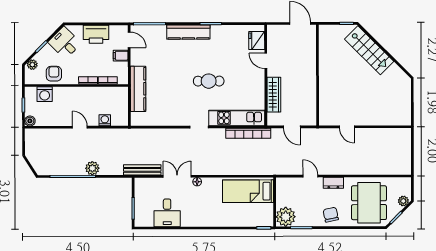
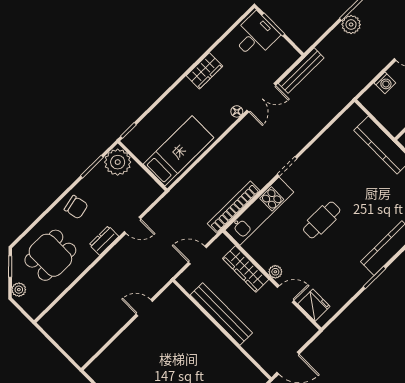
plant: (260, 78) -> (275, 272), added
bench: (310, 84) -> (221, 314), added
dining table: (369, 203) -> (50, 255), width x0.73
desk: (167, 213) -> (255, 36), moved, turned 90
wardrobe: (193, 220) -> (204, 71), added

